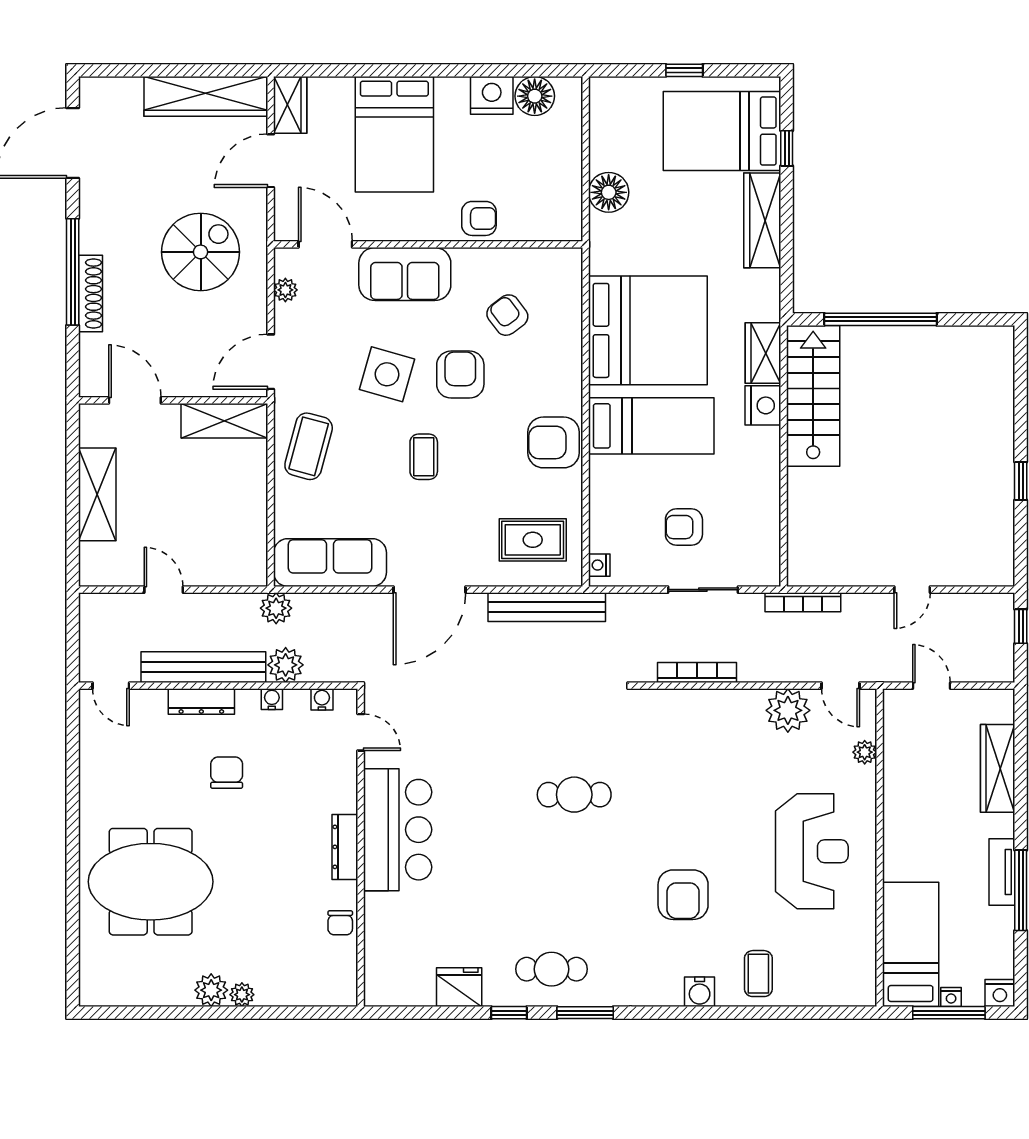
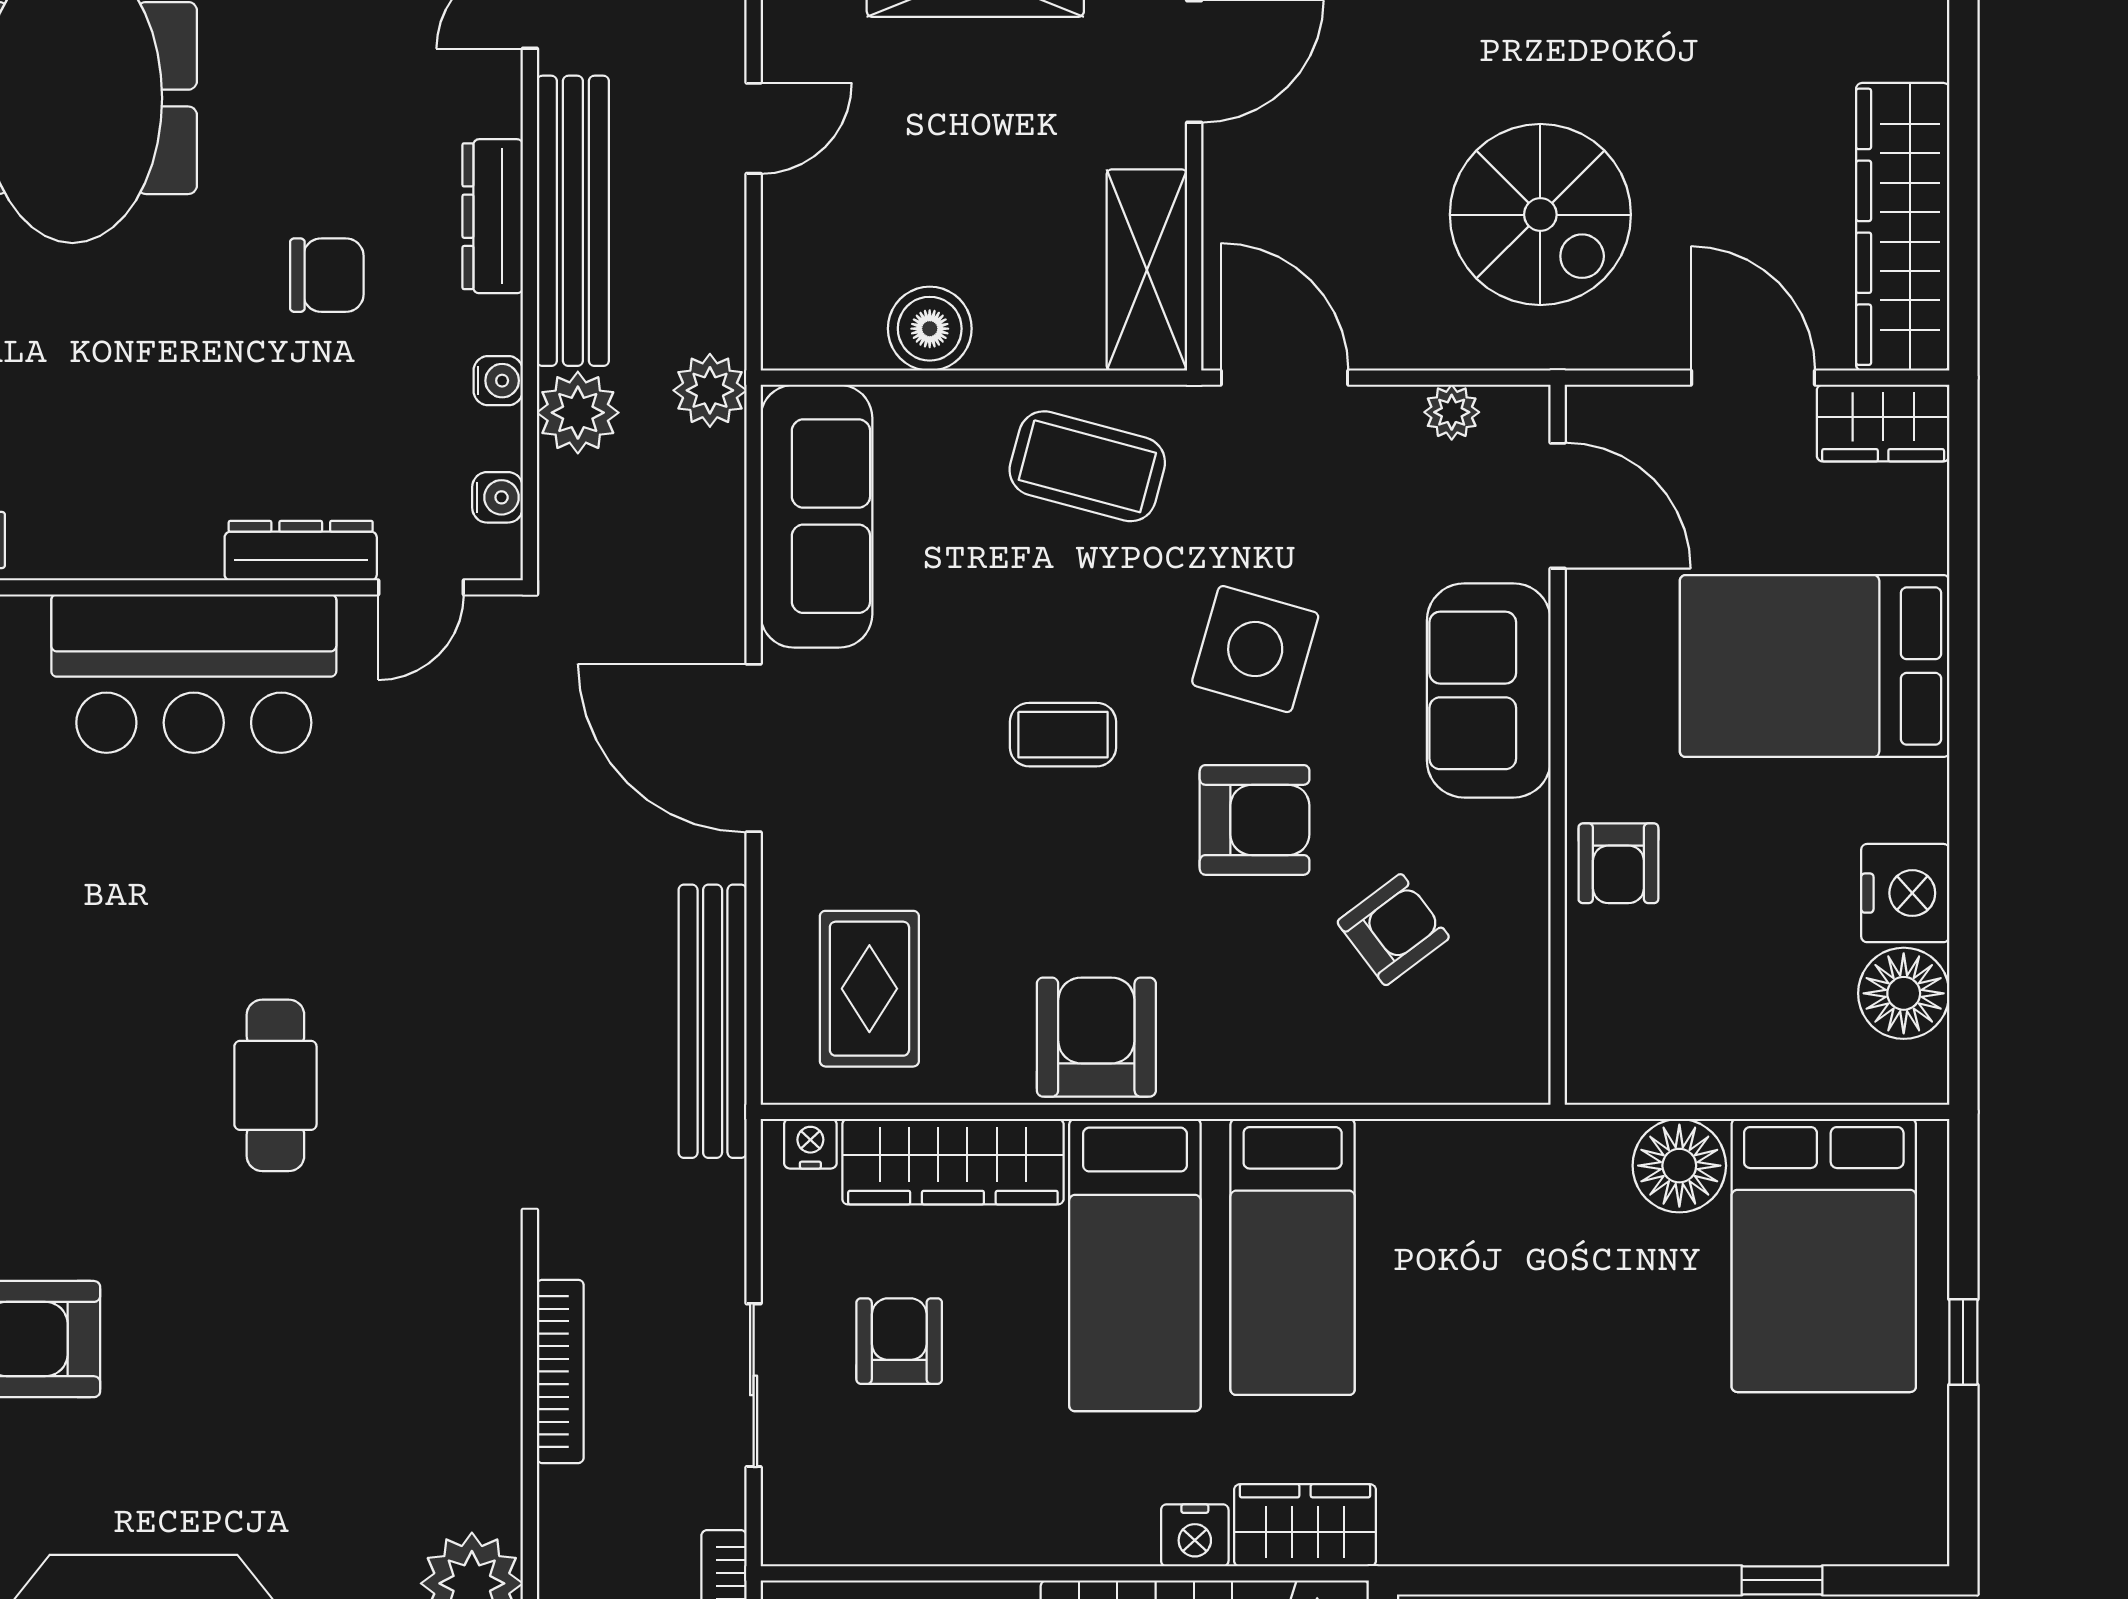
bed: (722, 131) -> (1824, 1255), moved, turned 180
wardrobe: (762, 220) -> (953, 1162), moved, turned 180
door: (325, 244) -> (1558, 506), hinge flipped
bed: (648, 330) -> (1293, 1257), width x0.49
nightstand: (763, 405) -> (1195, 1535), width x0.74, depth x0.75
boiler: (250, 514) -> (930, 329), added
dresser: (345, 847) -> (301, 551), moved

